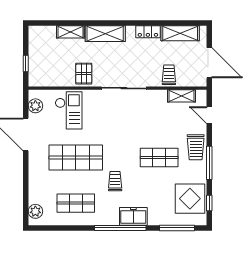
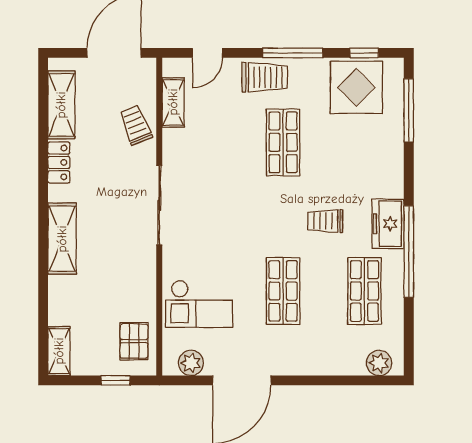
shelving: (70, 32) -> (59, 351), moved
pallet: (84, 74) -> (134, 341), moved, turned 90
trolley: (169, 75) -> (136, 125), turned 68
checkout: (69, 110) -> (199, 304), turned 180
shop shelf: (76, 157) -> (283, 291), width x0.70, depth x0.74
freezer: (133, 216) -> (388, 224), moved
window: (120, 228) -> (409, 252), moved

